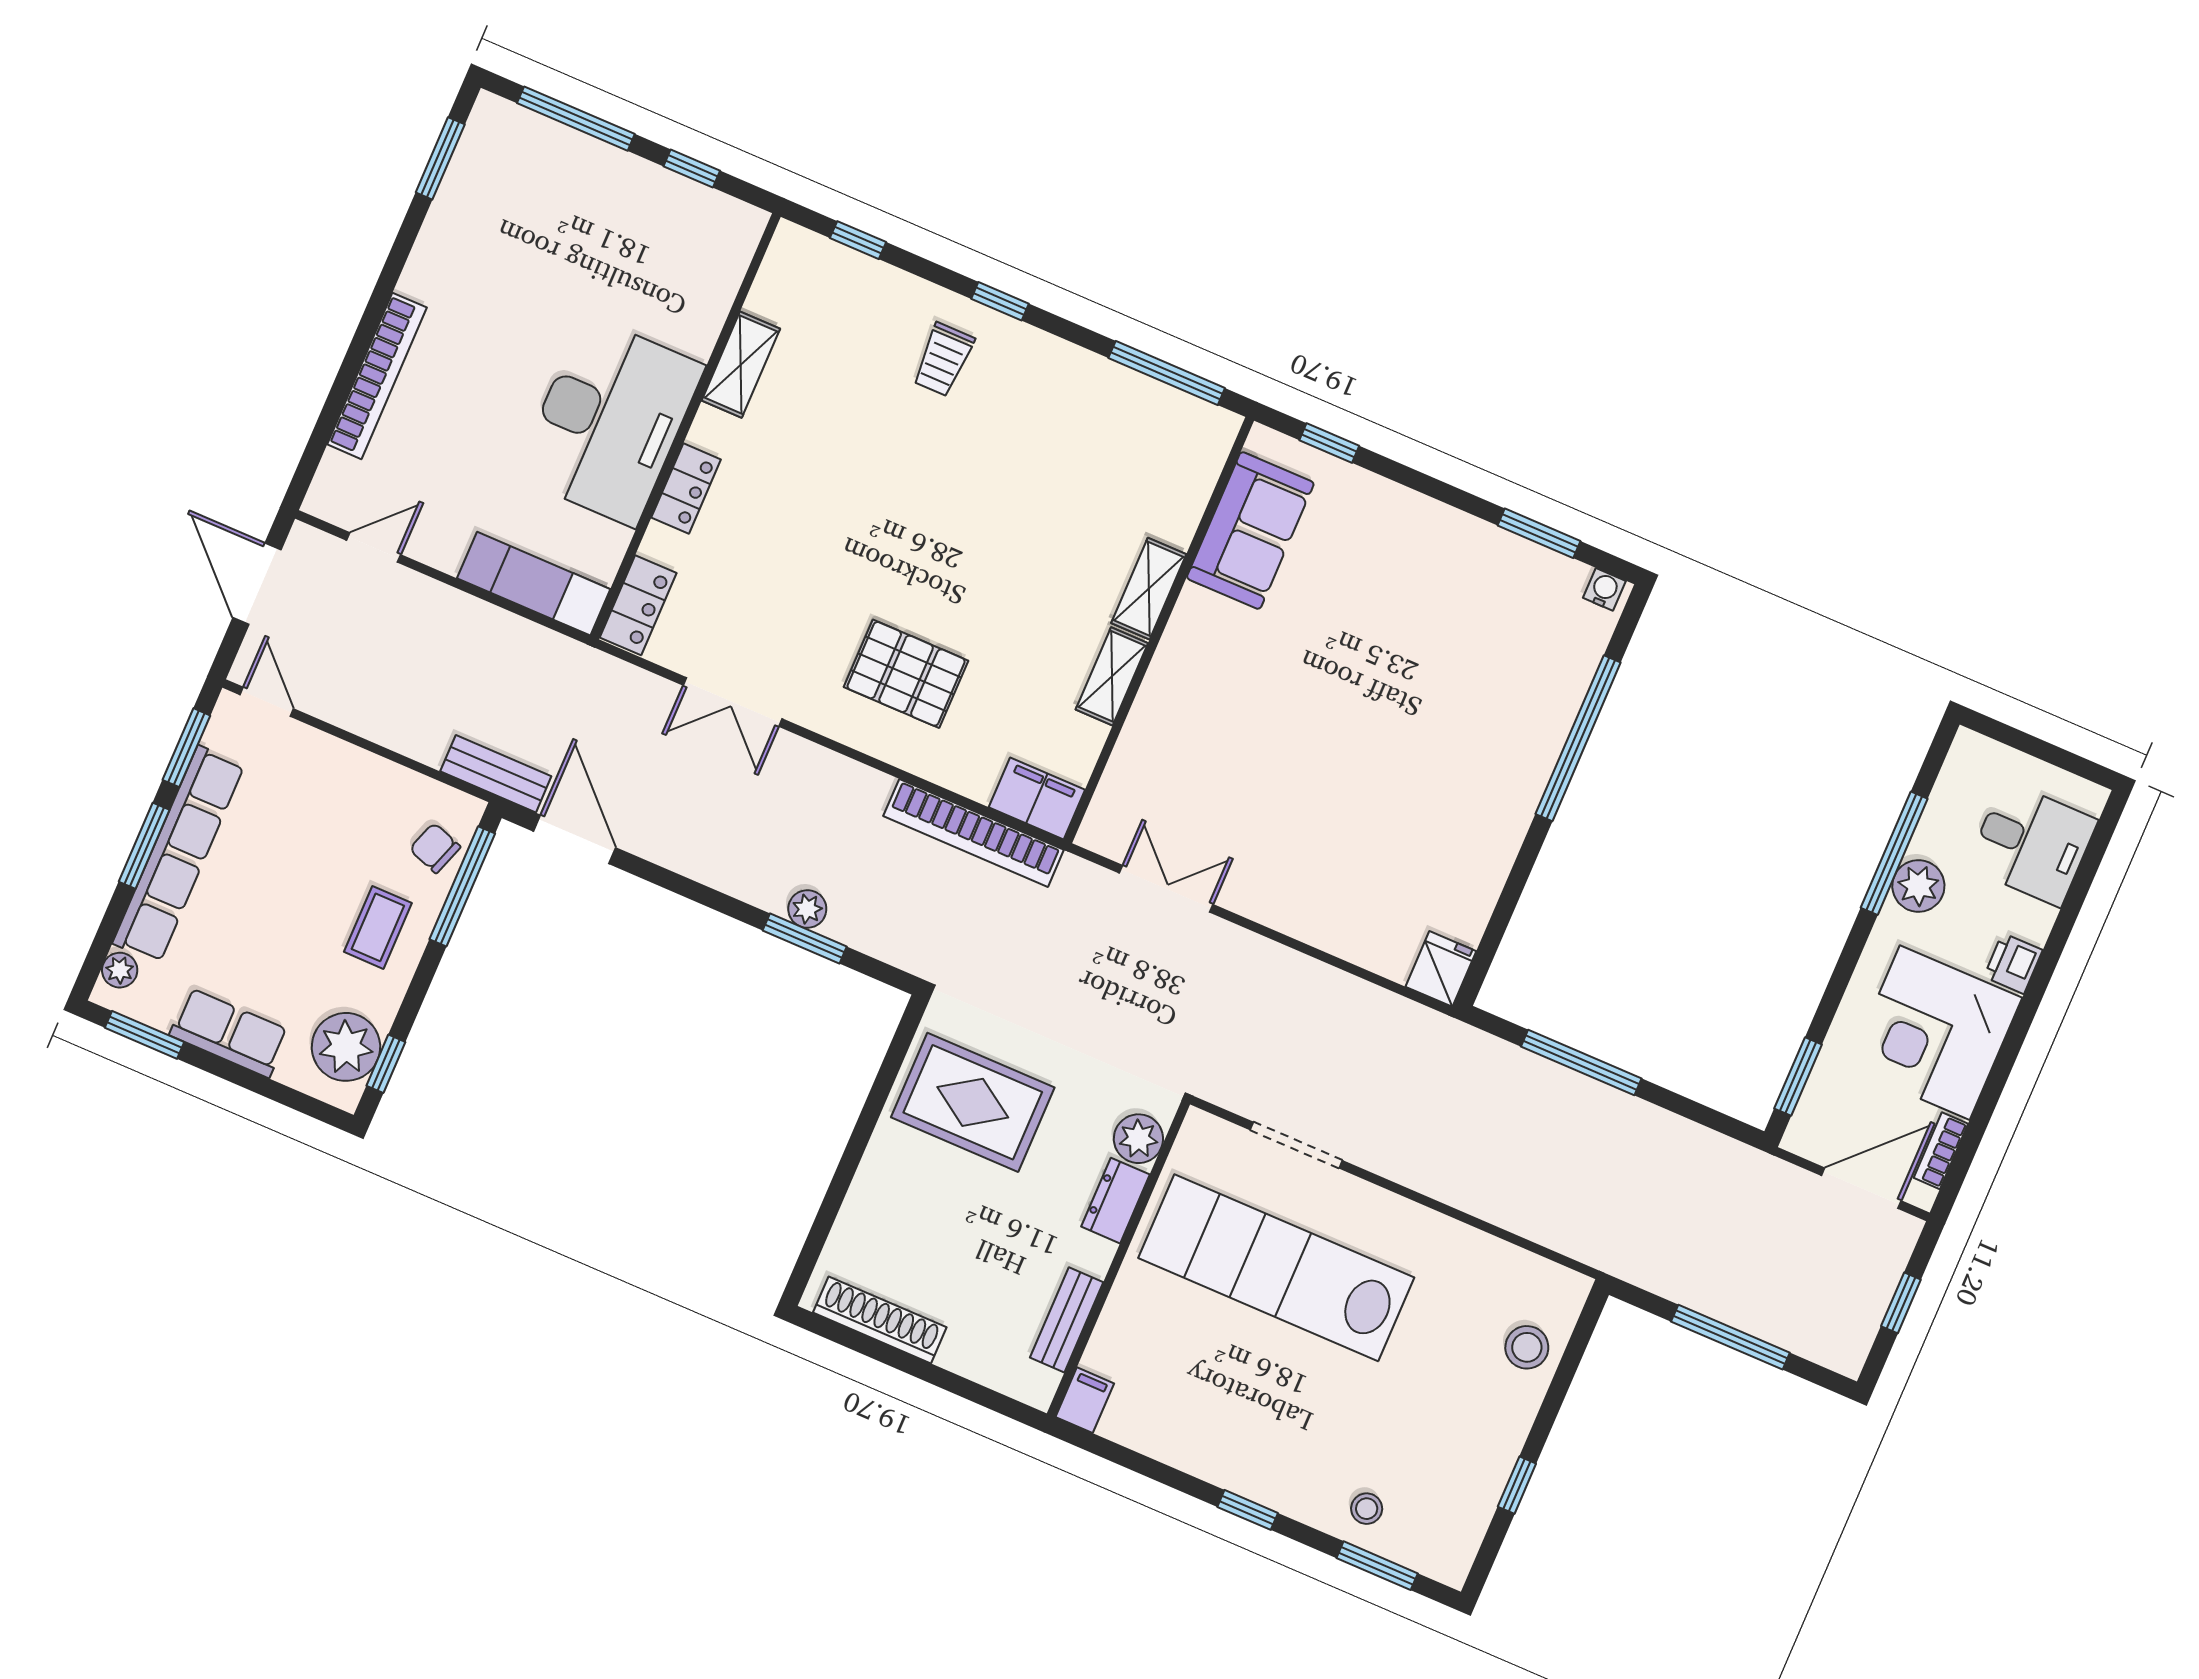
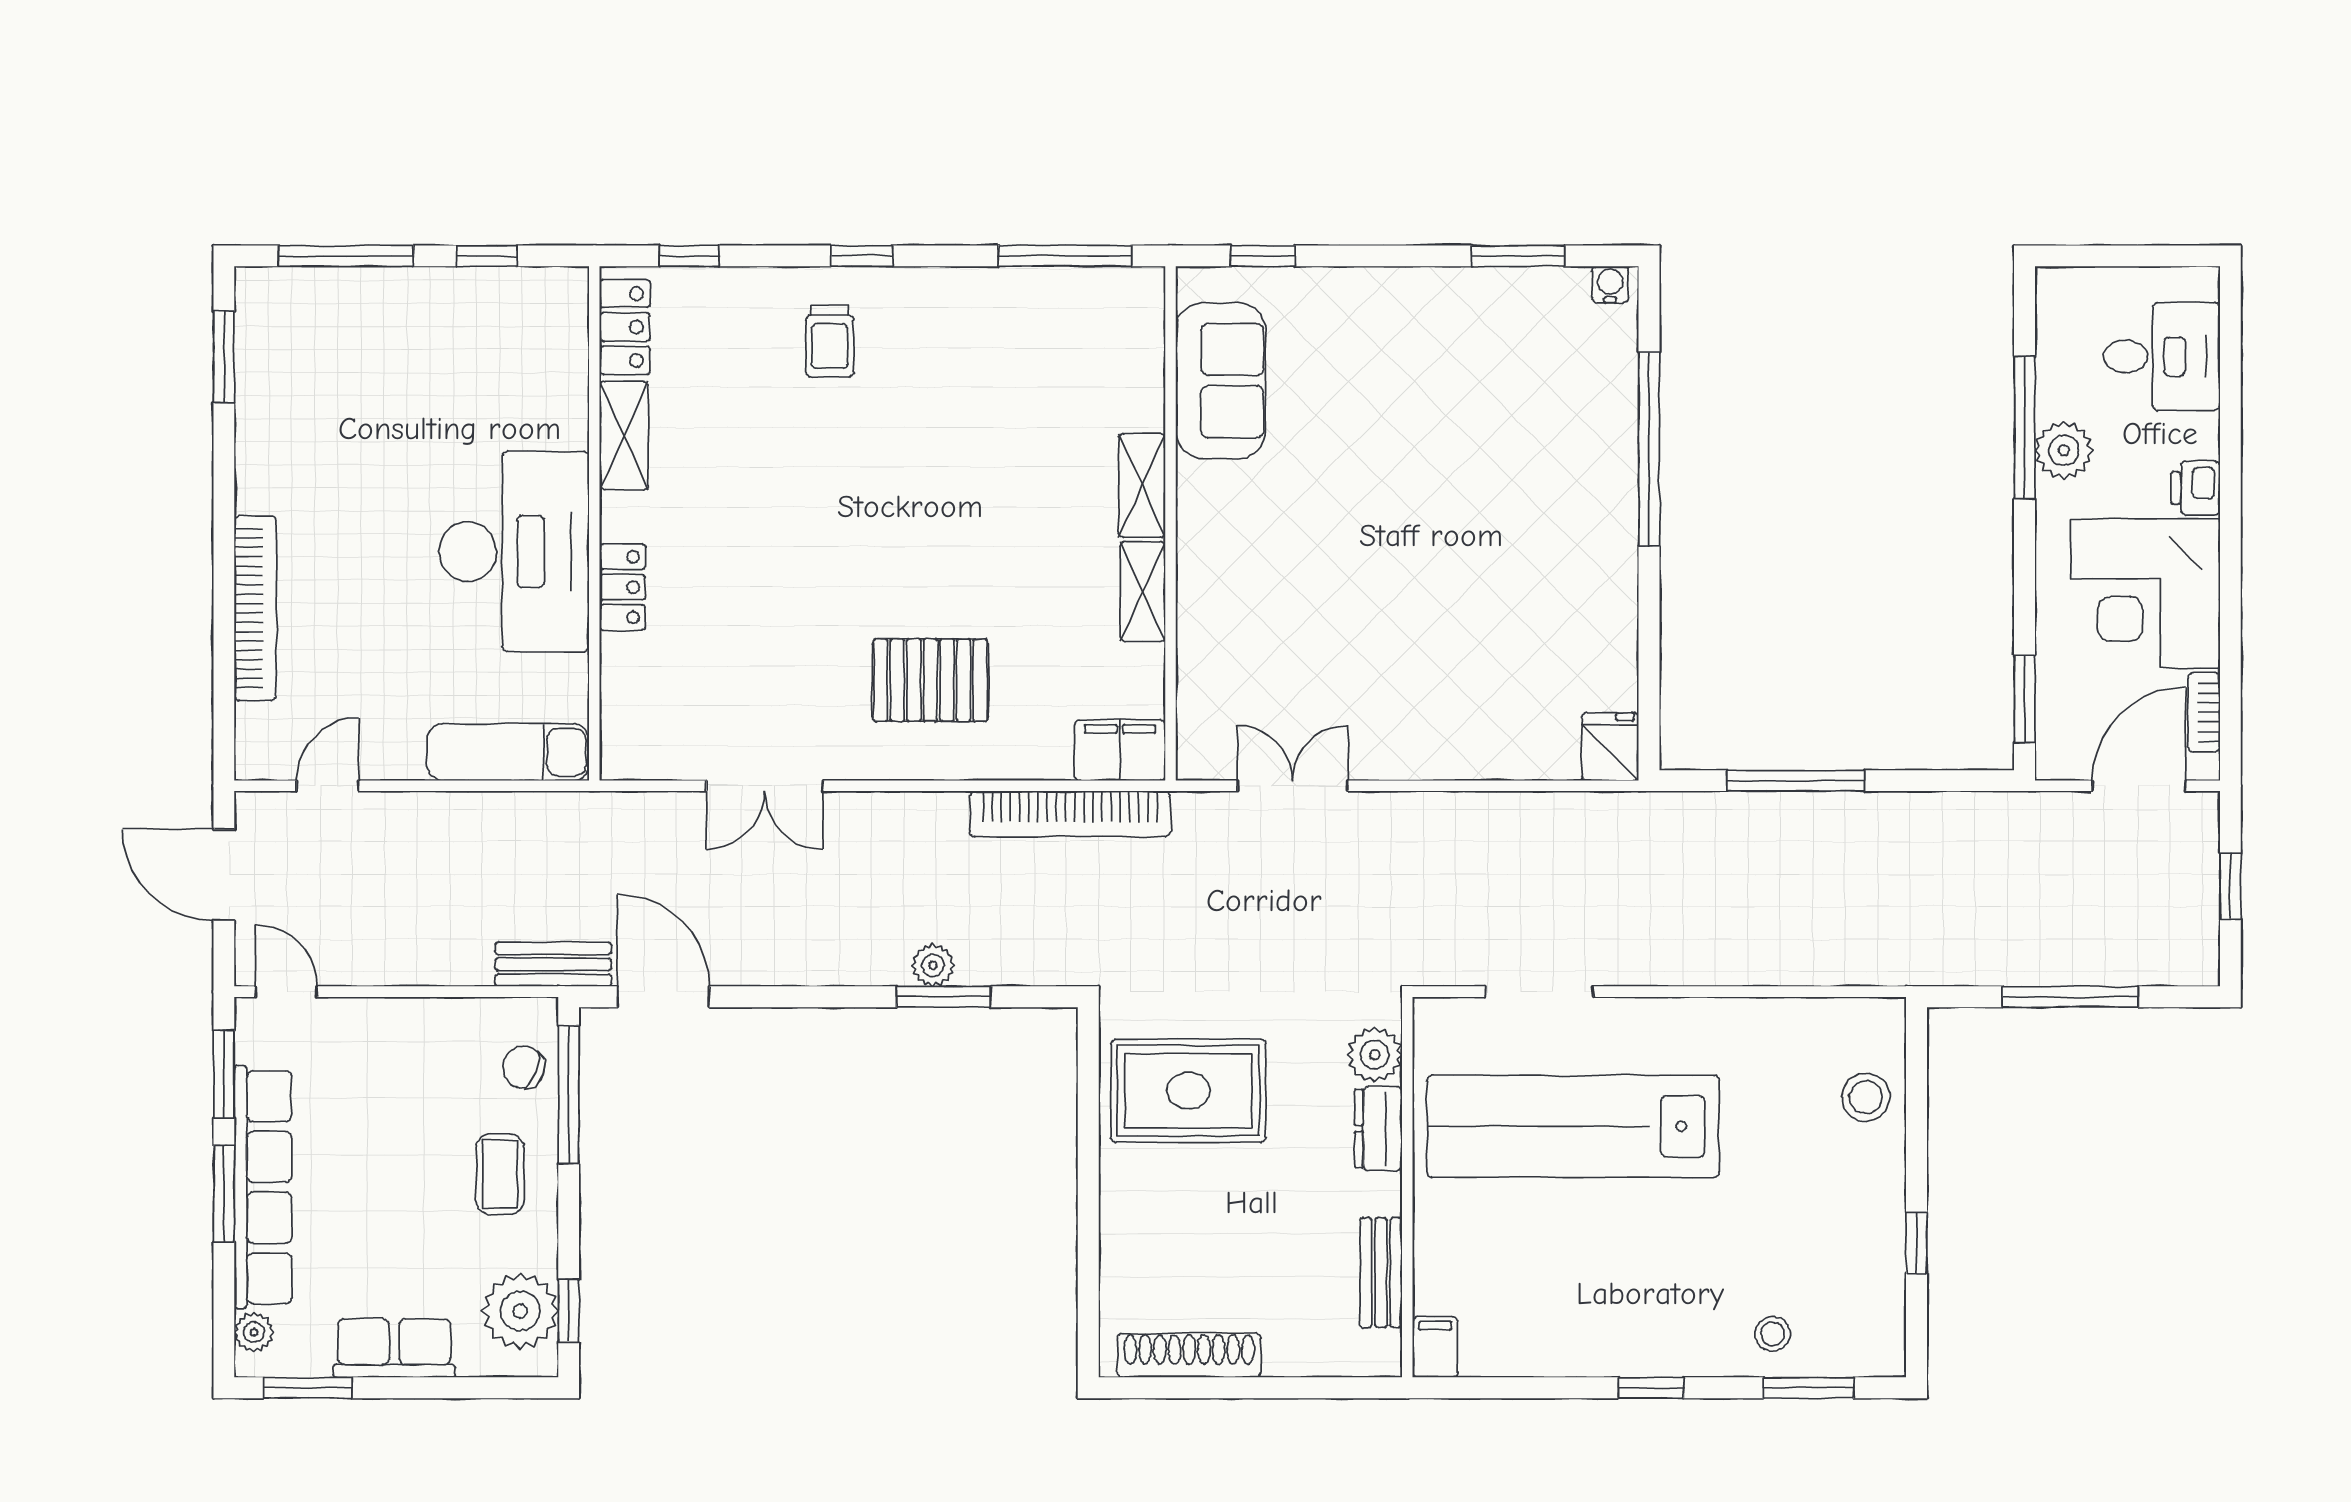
locker: (638, 605) -> (625, 327), moved

